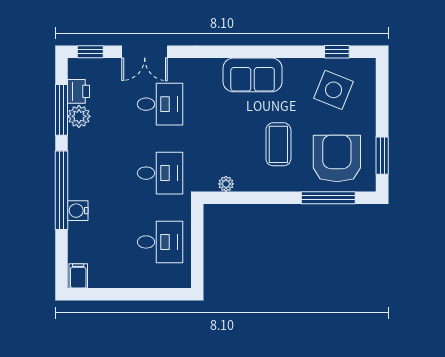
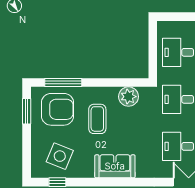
armchair: (337, 158) -> (57, 109), turned -90
plant: (226, 184) -> (129, 97), width x1.87, depth x1.87

